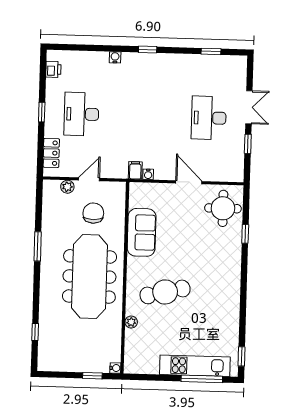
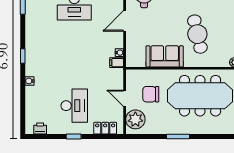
desk: (81, 114) -> (74, 106), turned -90
plant: (67, 187) -> (135, 119), width x1.88, depth x1.88
cafe table: (165, 292) -> (197, 34), moved

